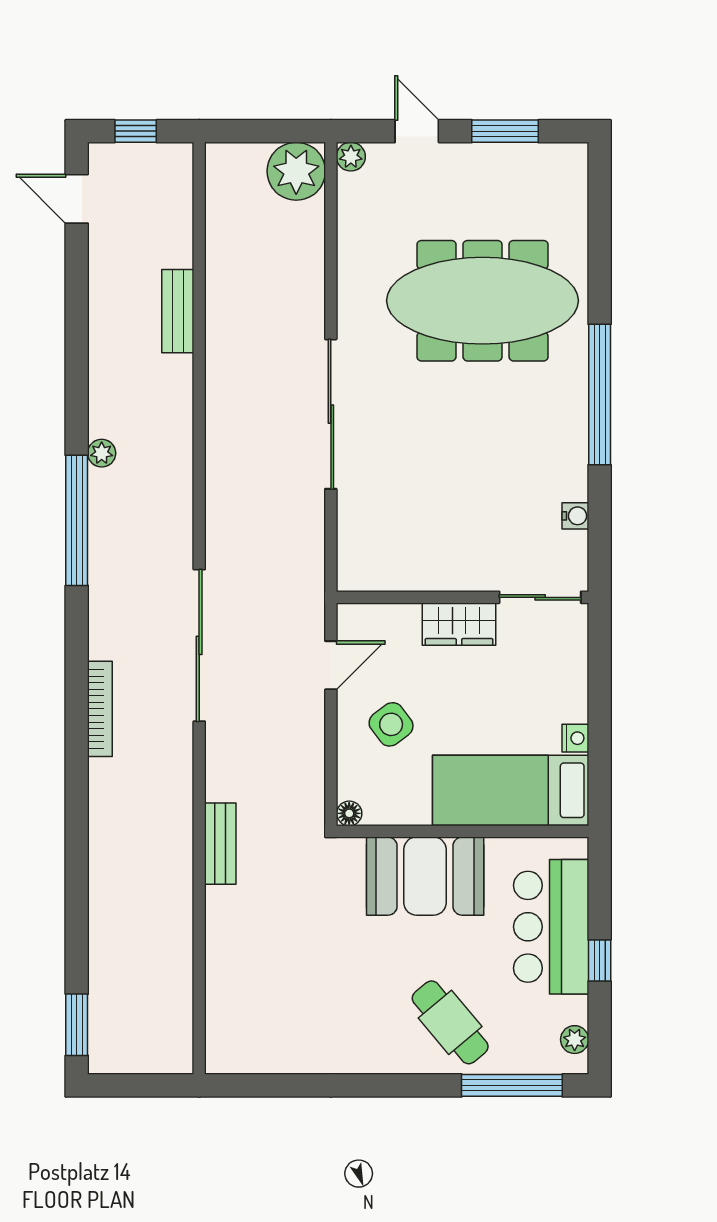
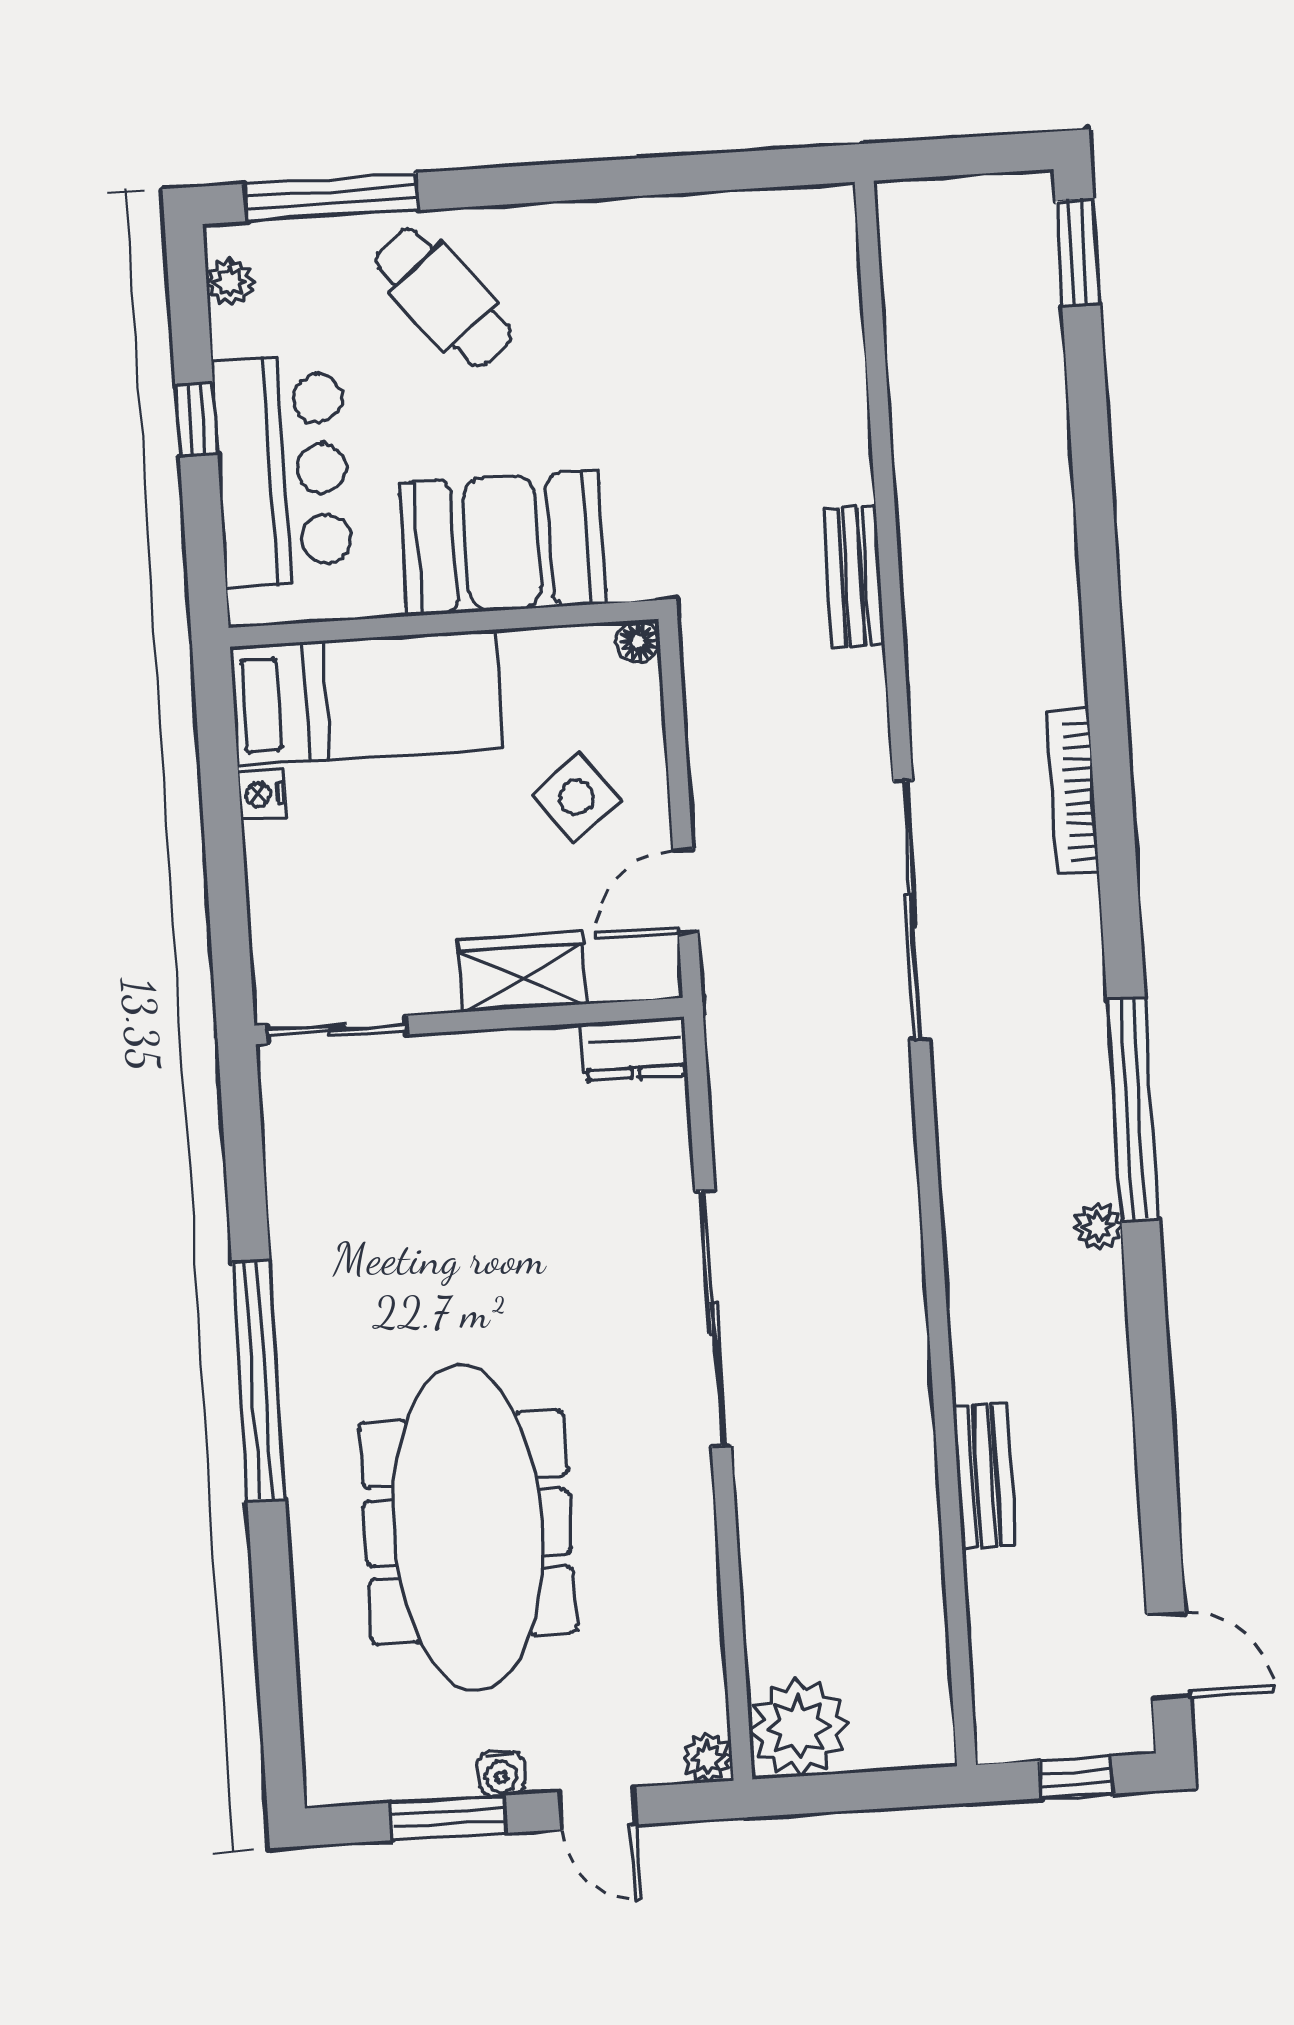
meeting table: (483, 301) -> (468, 1527), turned 90
water cooler: (575, 516) -> (501, 1773), moved, turned -90
dresser: (367, 575) -> (634, 1049), added
wardrobe: (459, 624) -> (522, 972), moved

